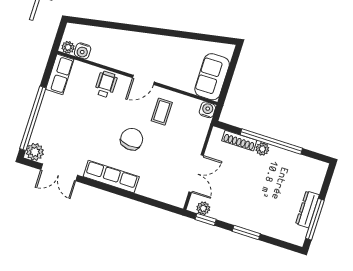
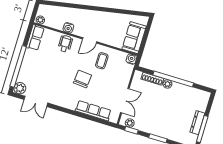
water cooler: (83, 51) -> (68, 28), moved
row of seats: (111, 177) -> (93, 111), moved

